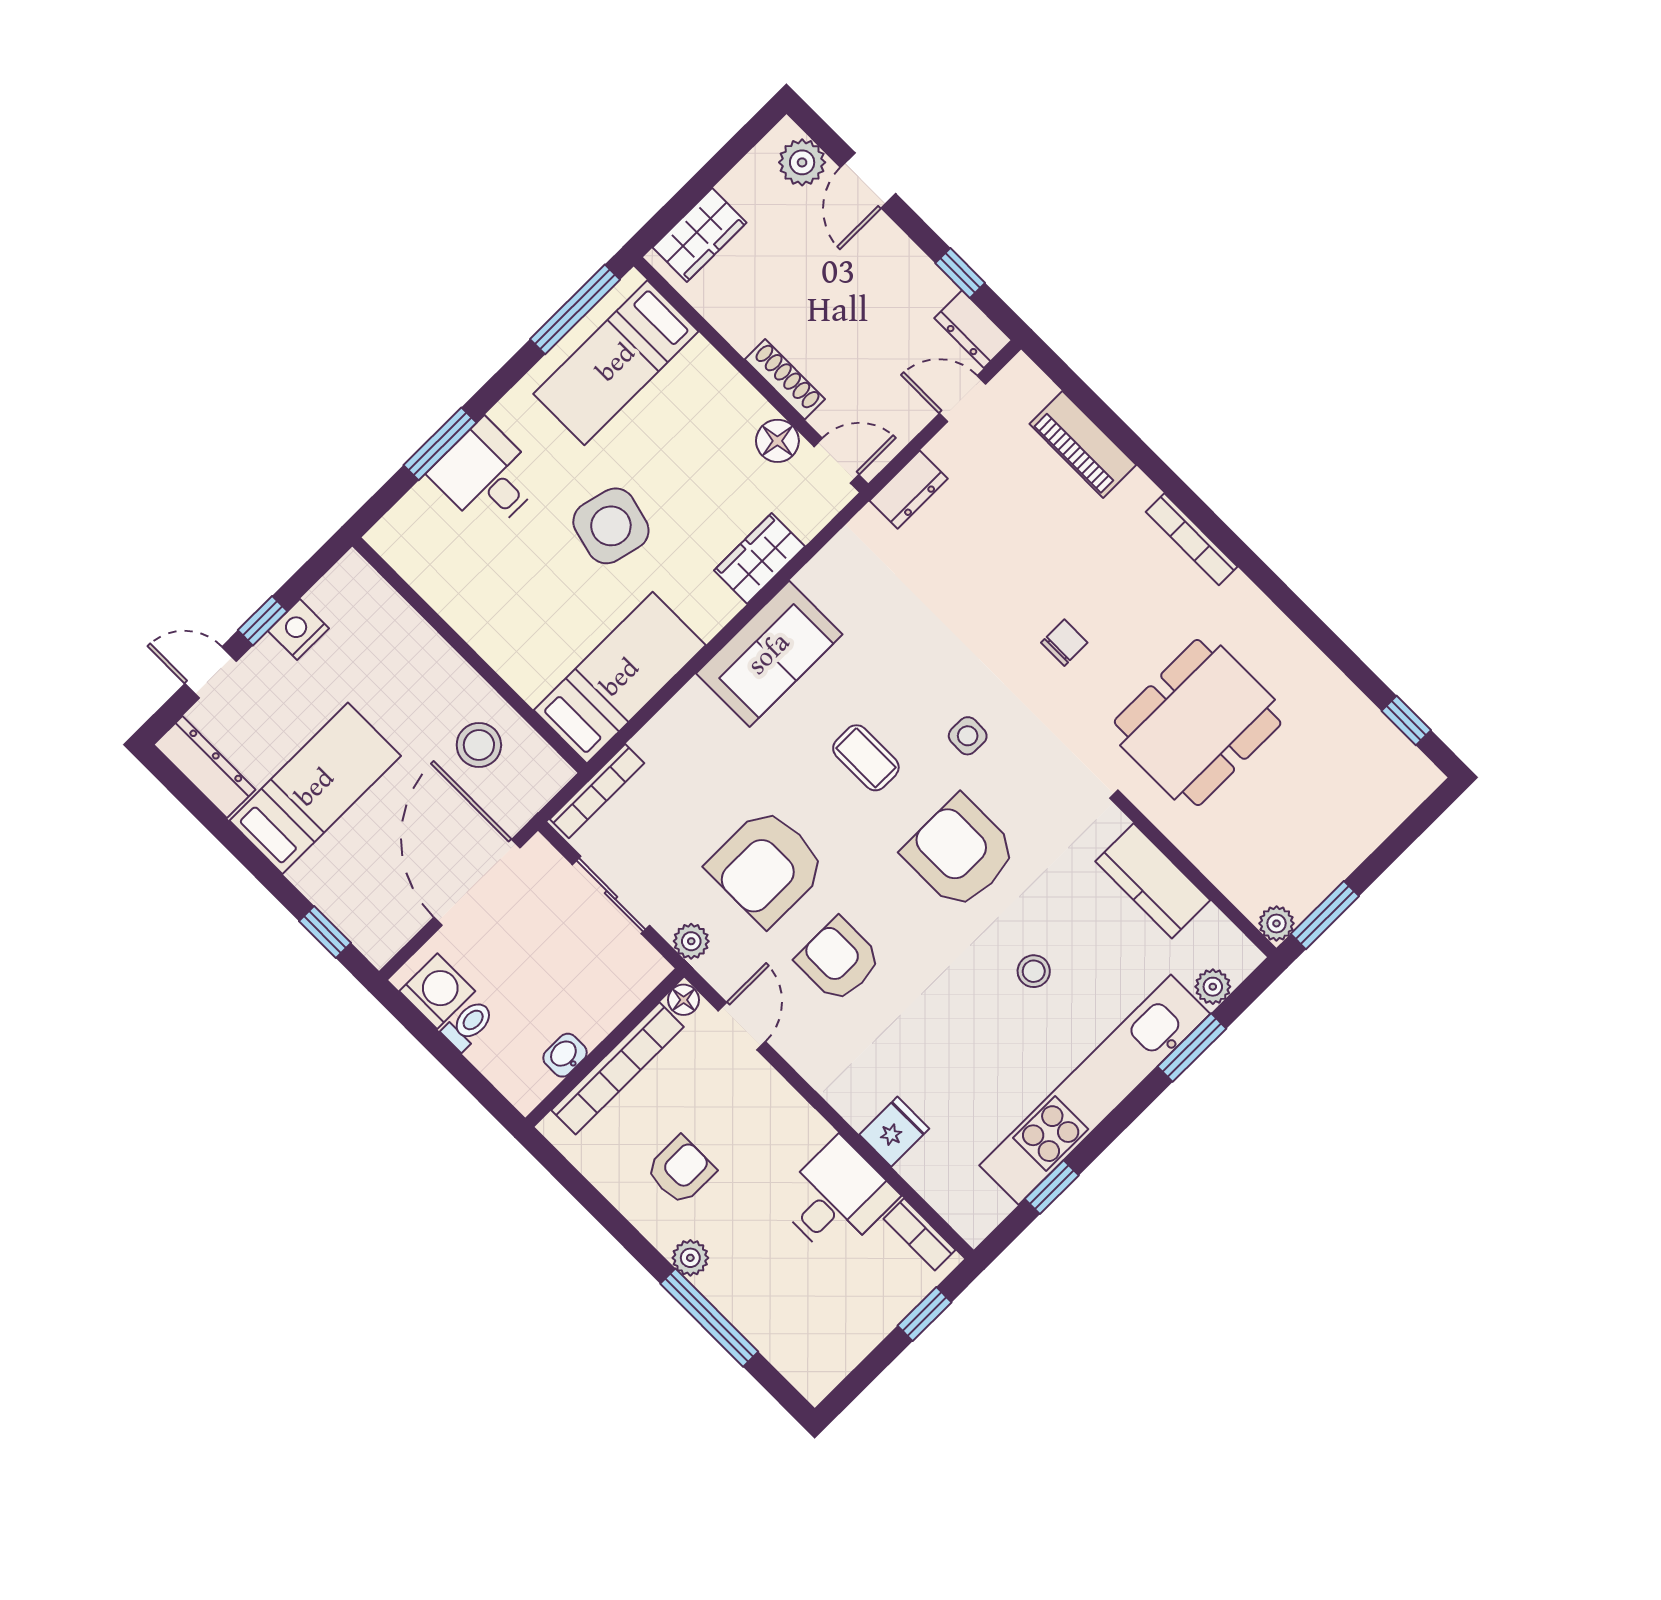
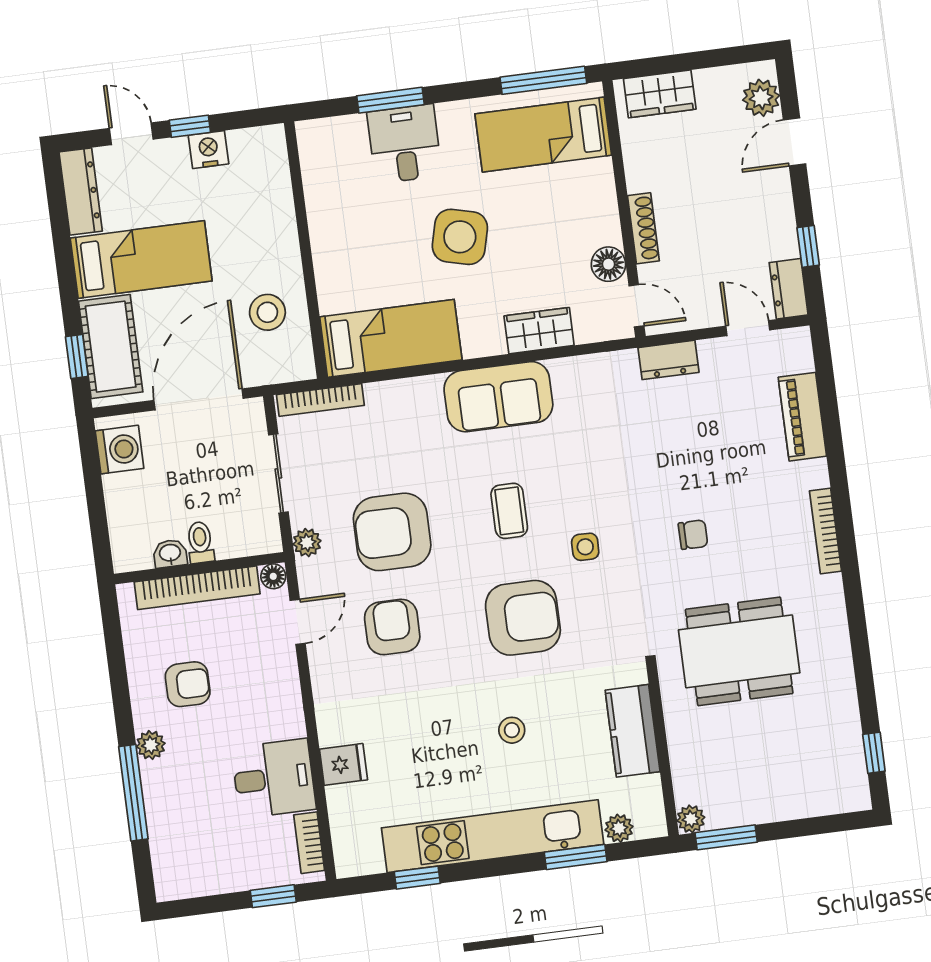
armchair: (960, 852) -> (523, 618), turned 90
cot: (351, 897) -> (111, 347), added
toilet: (468, 1025) -> (200, 542), moved, turned -90

